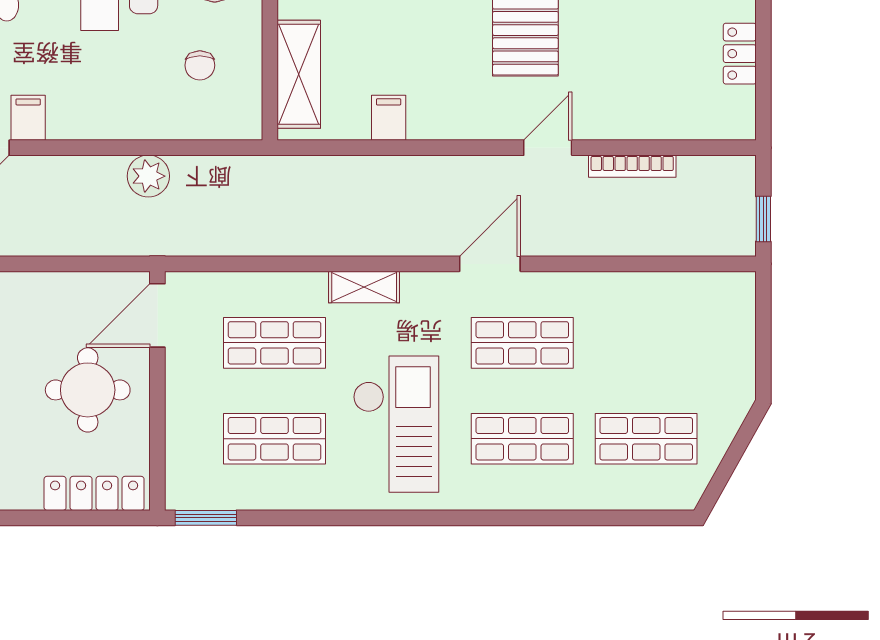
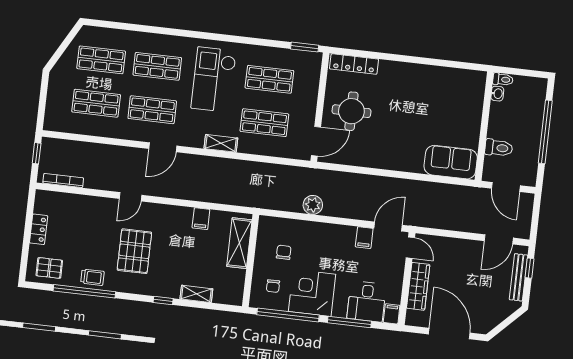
bookcase: (632, 166) -> (63, 181), moved
shop shelf: (646, 343) -> (96, 103), added

